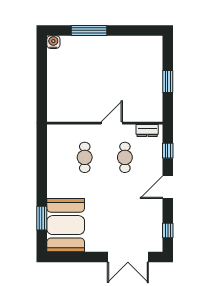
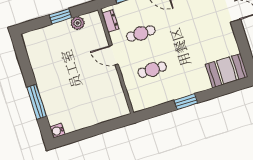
plant: (156, 97) -> (78, 23), added
window: (42, 218) -> (186, 102), moved
booth: (66, 225) -> (227, 71), width x0.73, depth x0.70

